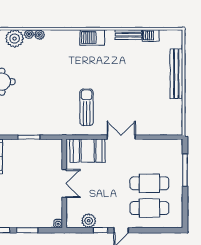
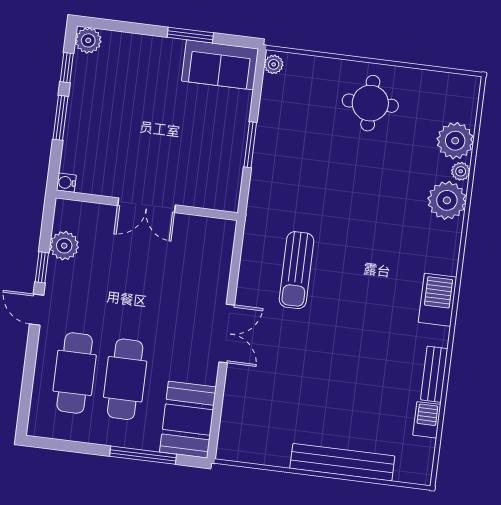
plant: (39, 35) -> (447, 200), width x1.87, depth x1.87
sun lounger: (87, 107) -> (297, 270), turned 90
booth: (88, 151) -> (188, 420), moved

